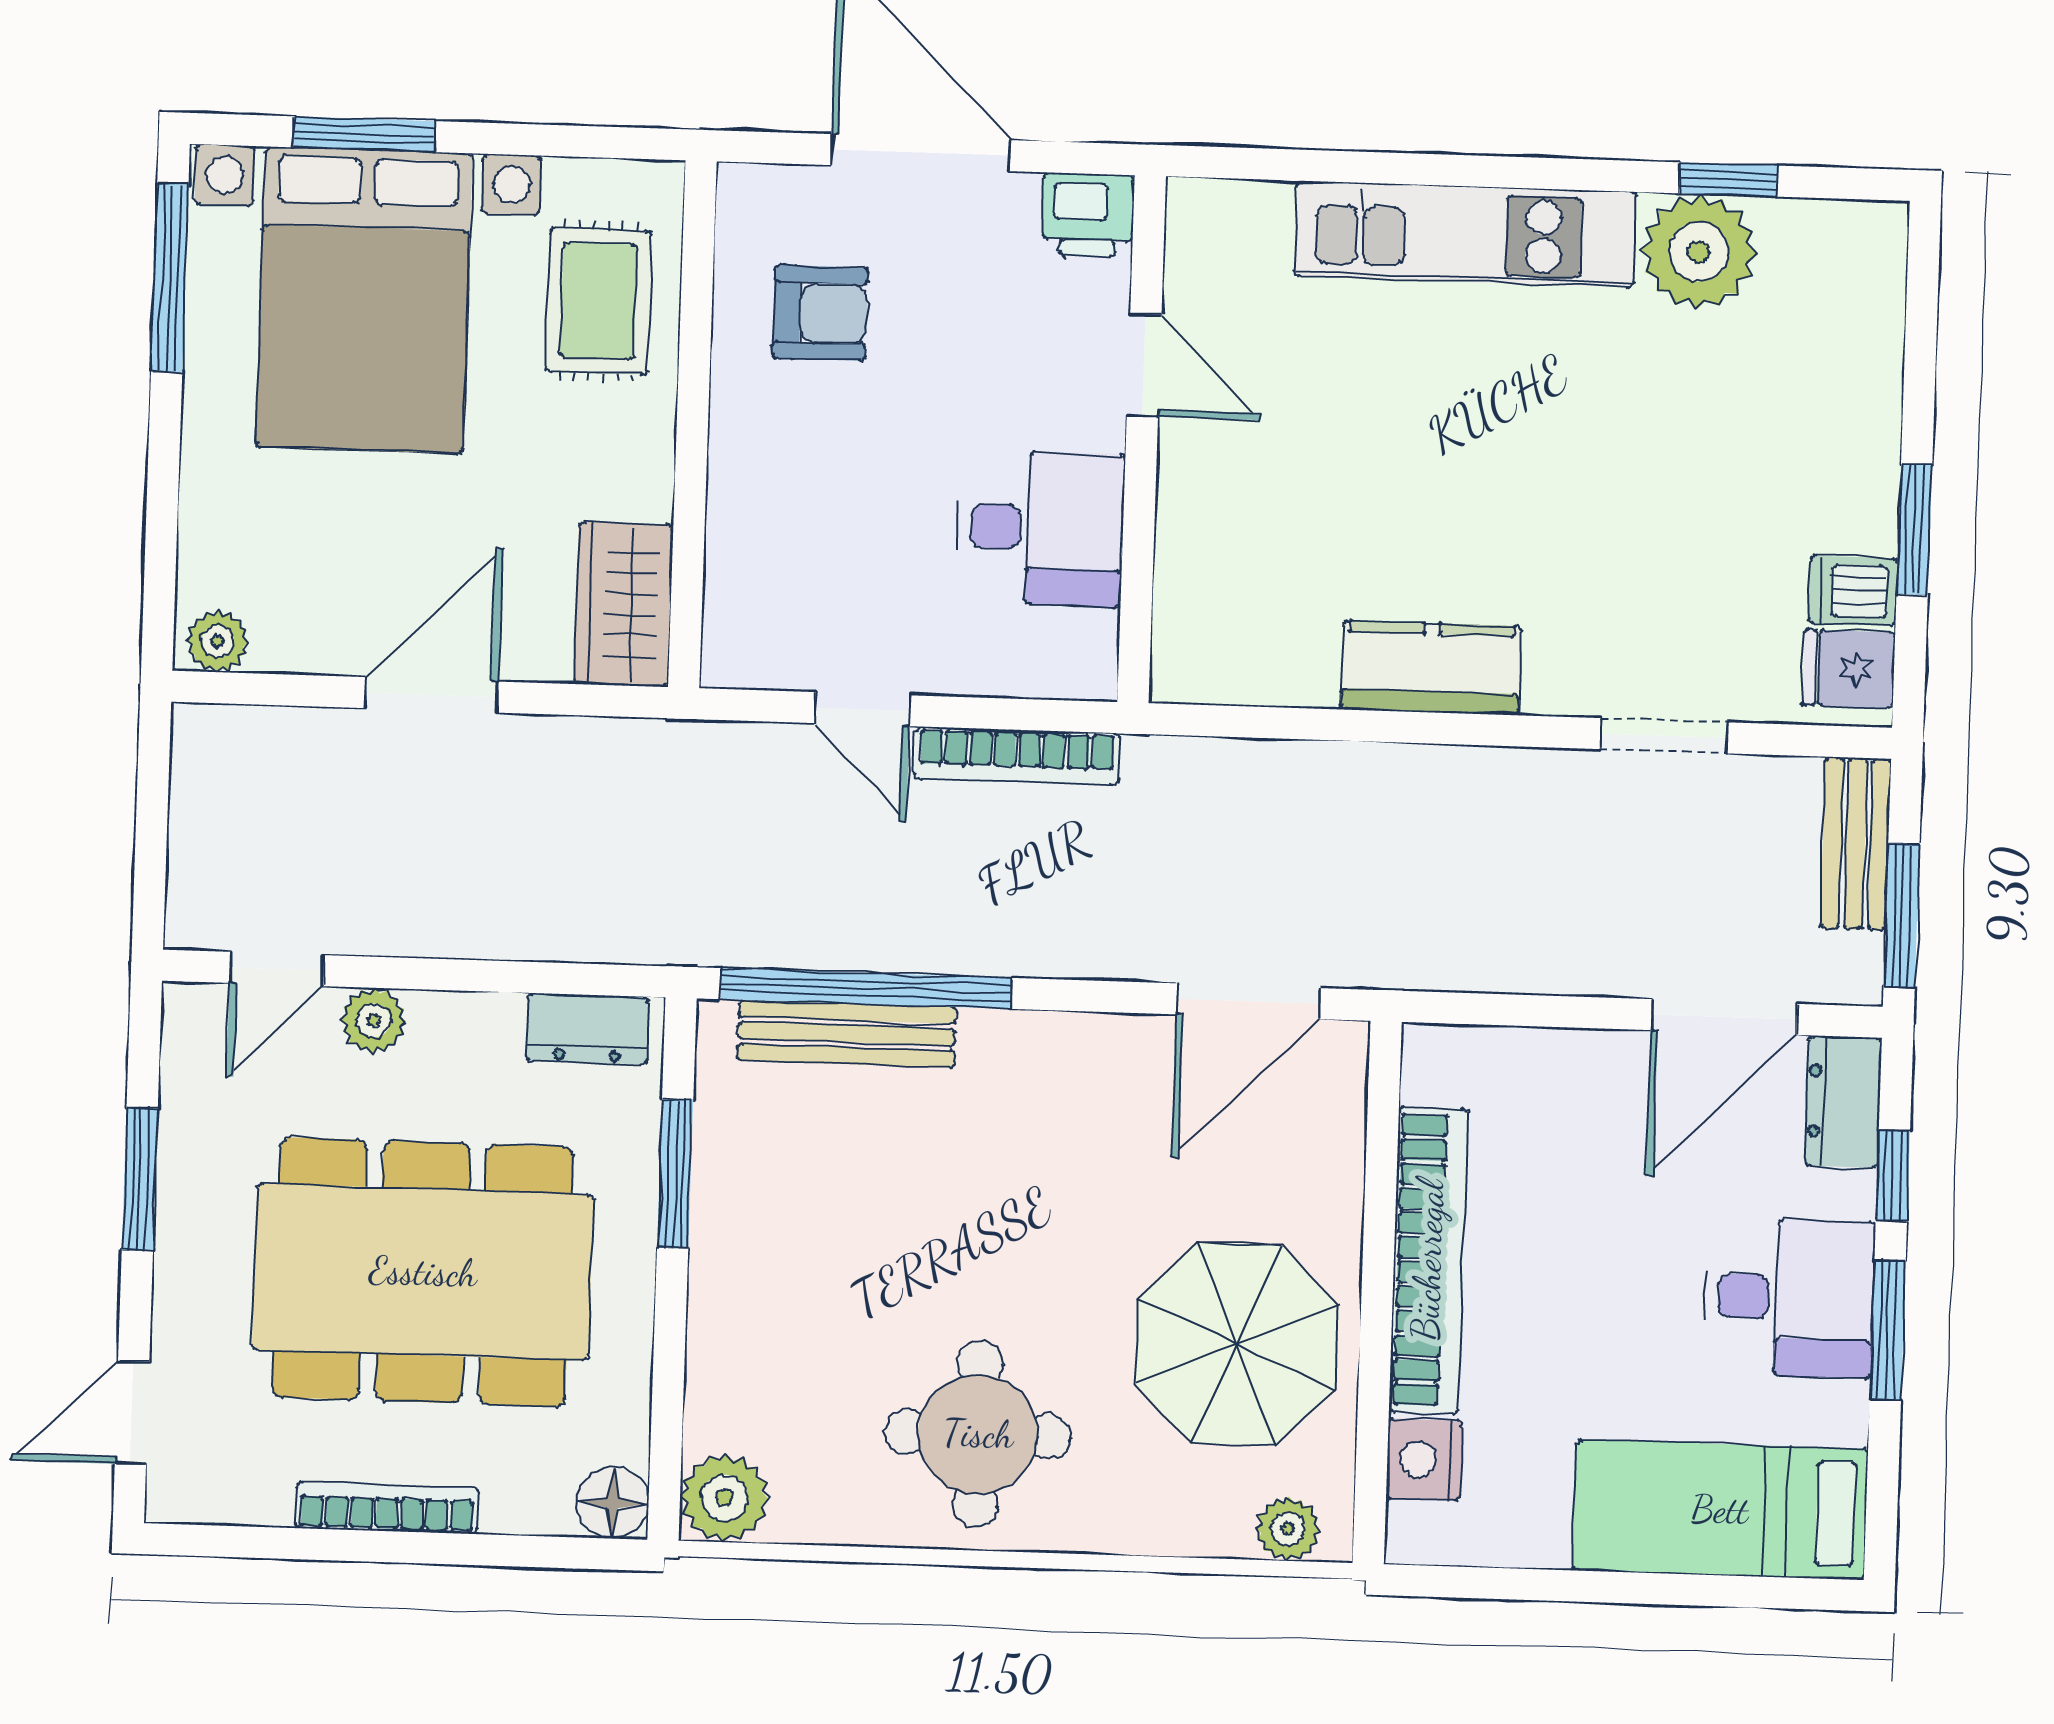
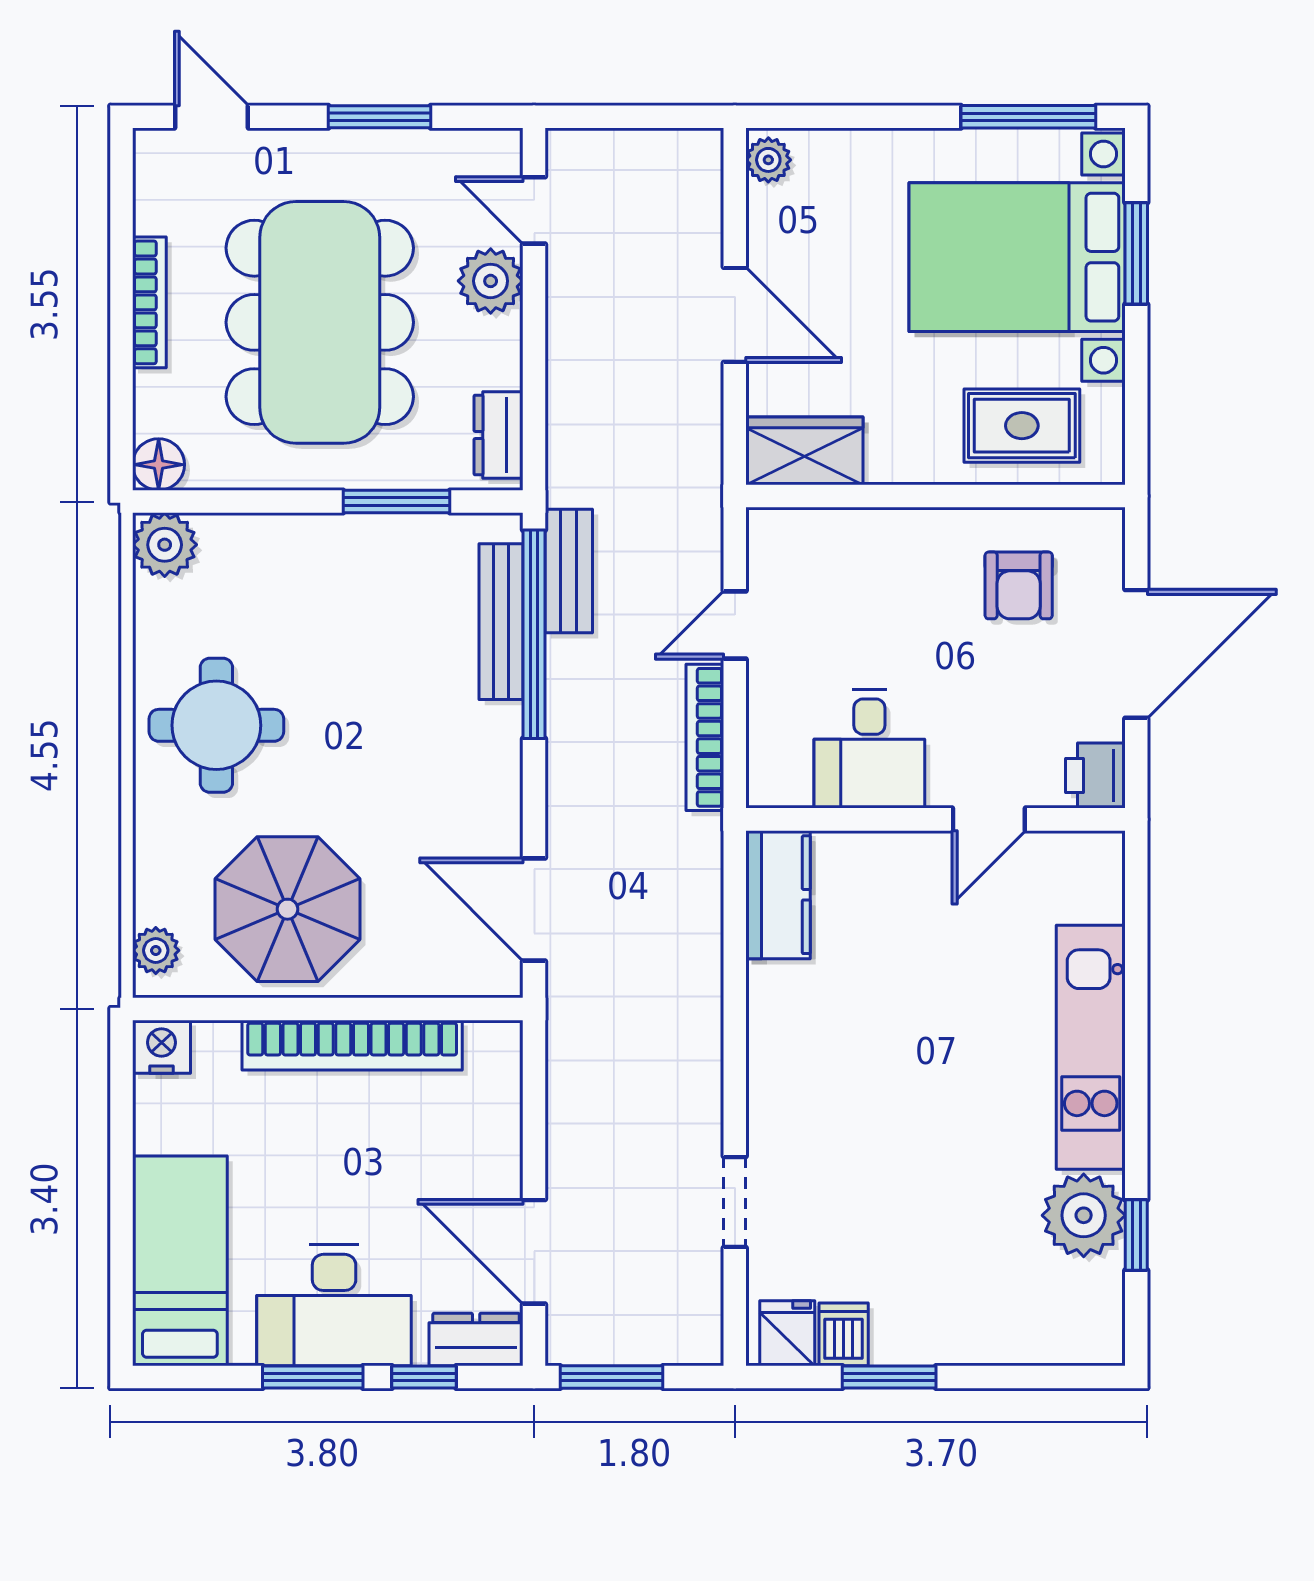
kitchen counter: (1431, 668) -> (778, 895), moved
bench: (1856, 844) -> (569, 571), moved, turned 90
plant: (373, 1020) -> (491, 281), width x1.38, depth x1.38
desk: (1789, 1297) -> (334, 1305), width x1.37
nightstand: (1424, 1460) -> (162, 1047), moved

